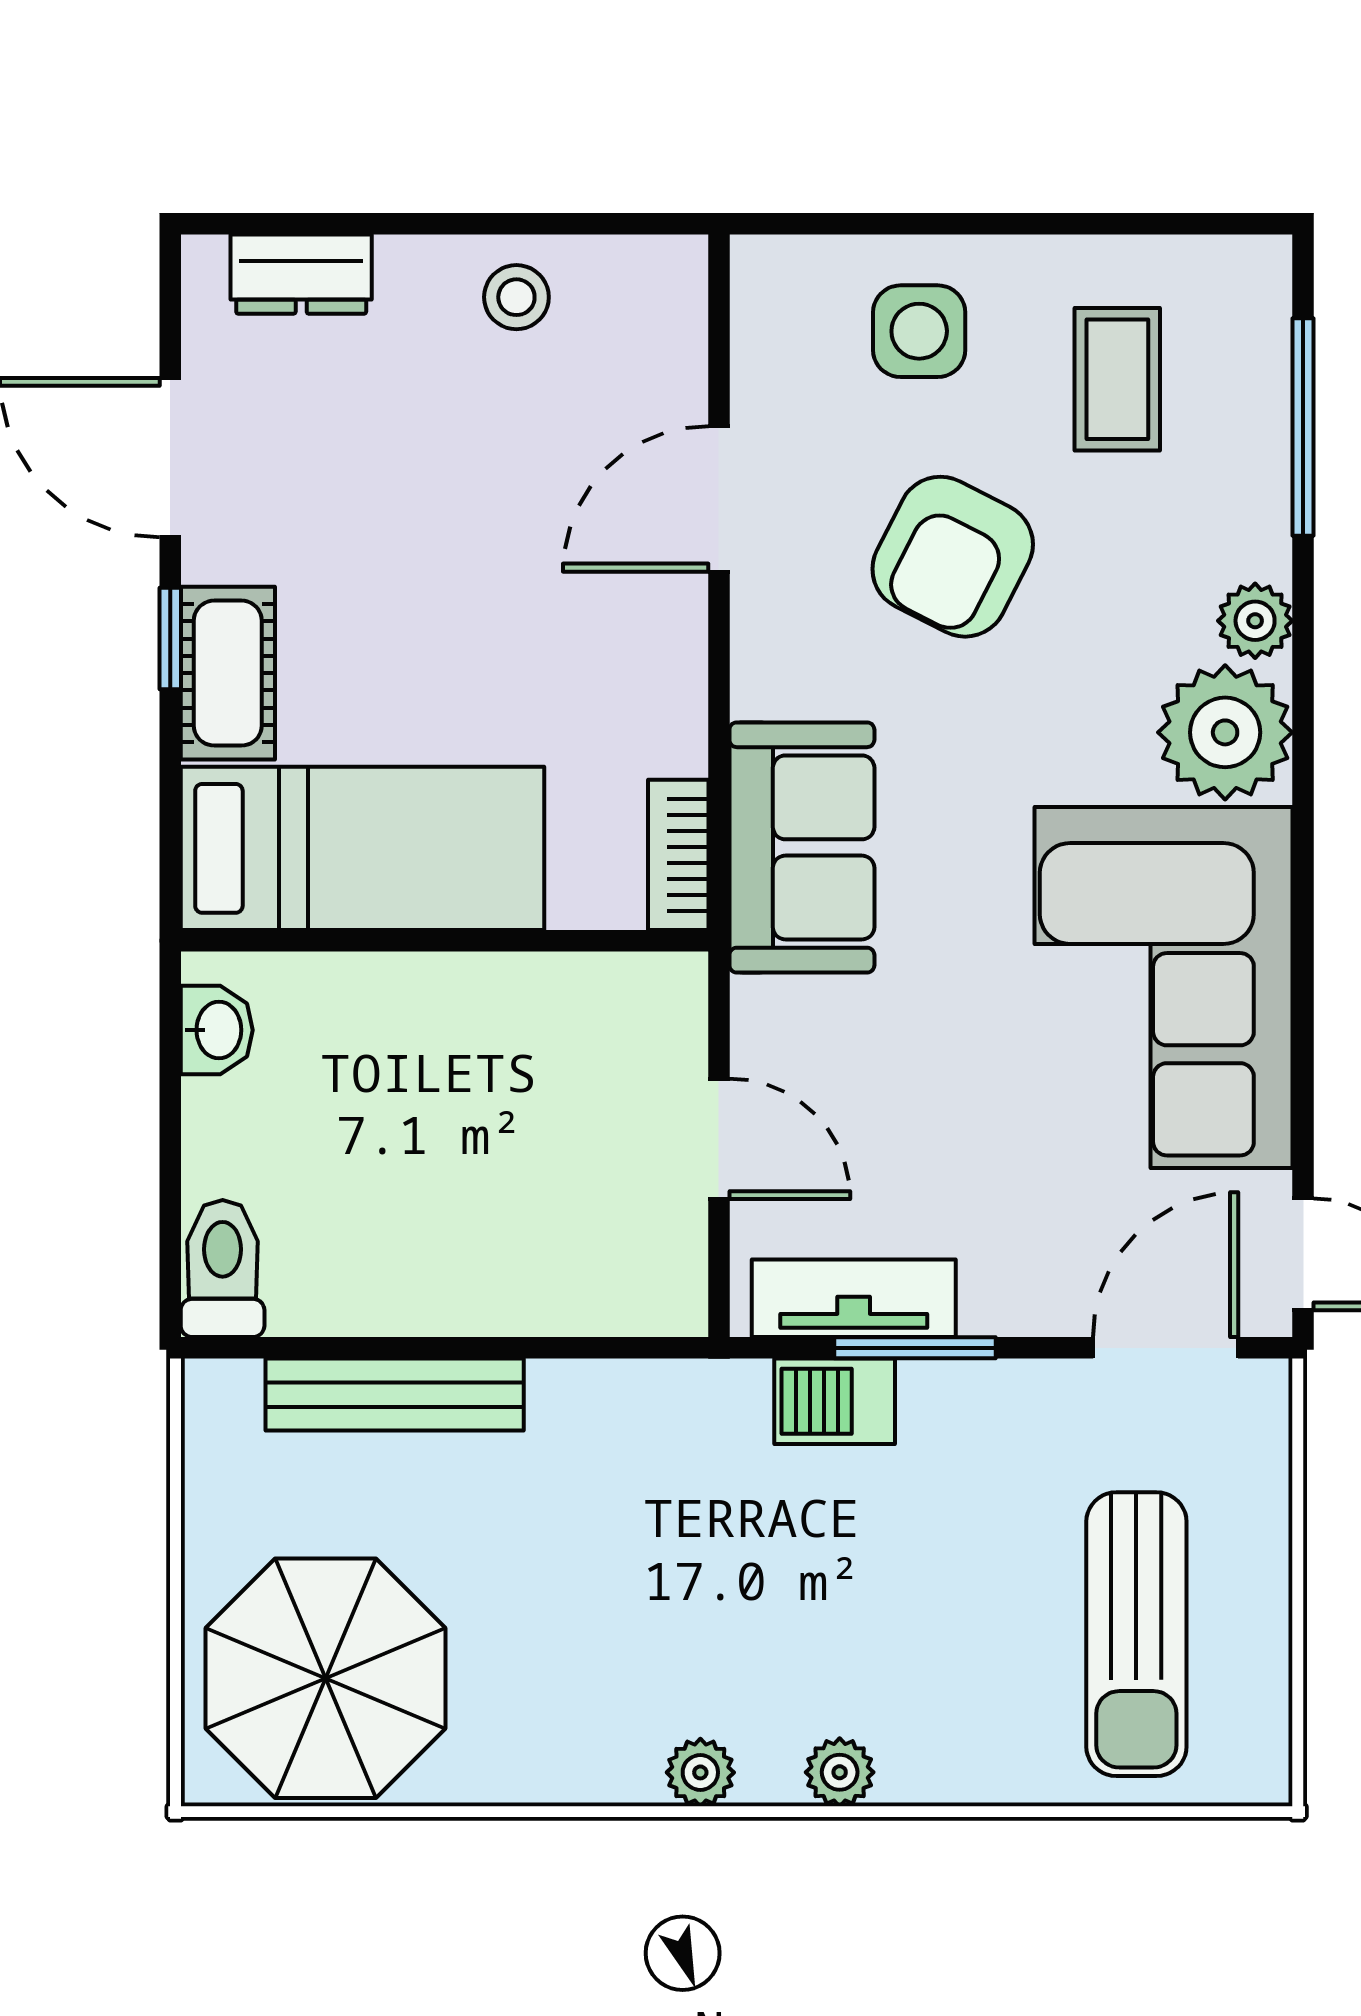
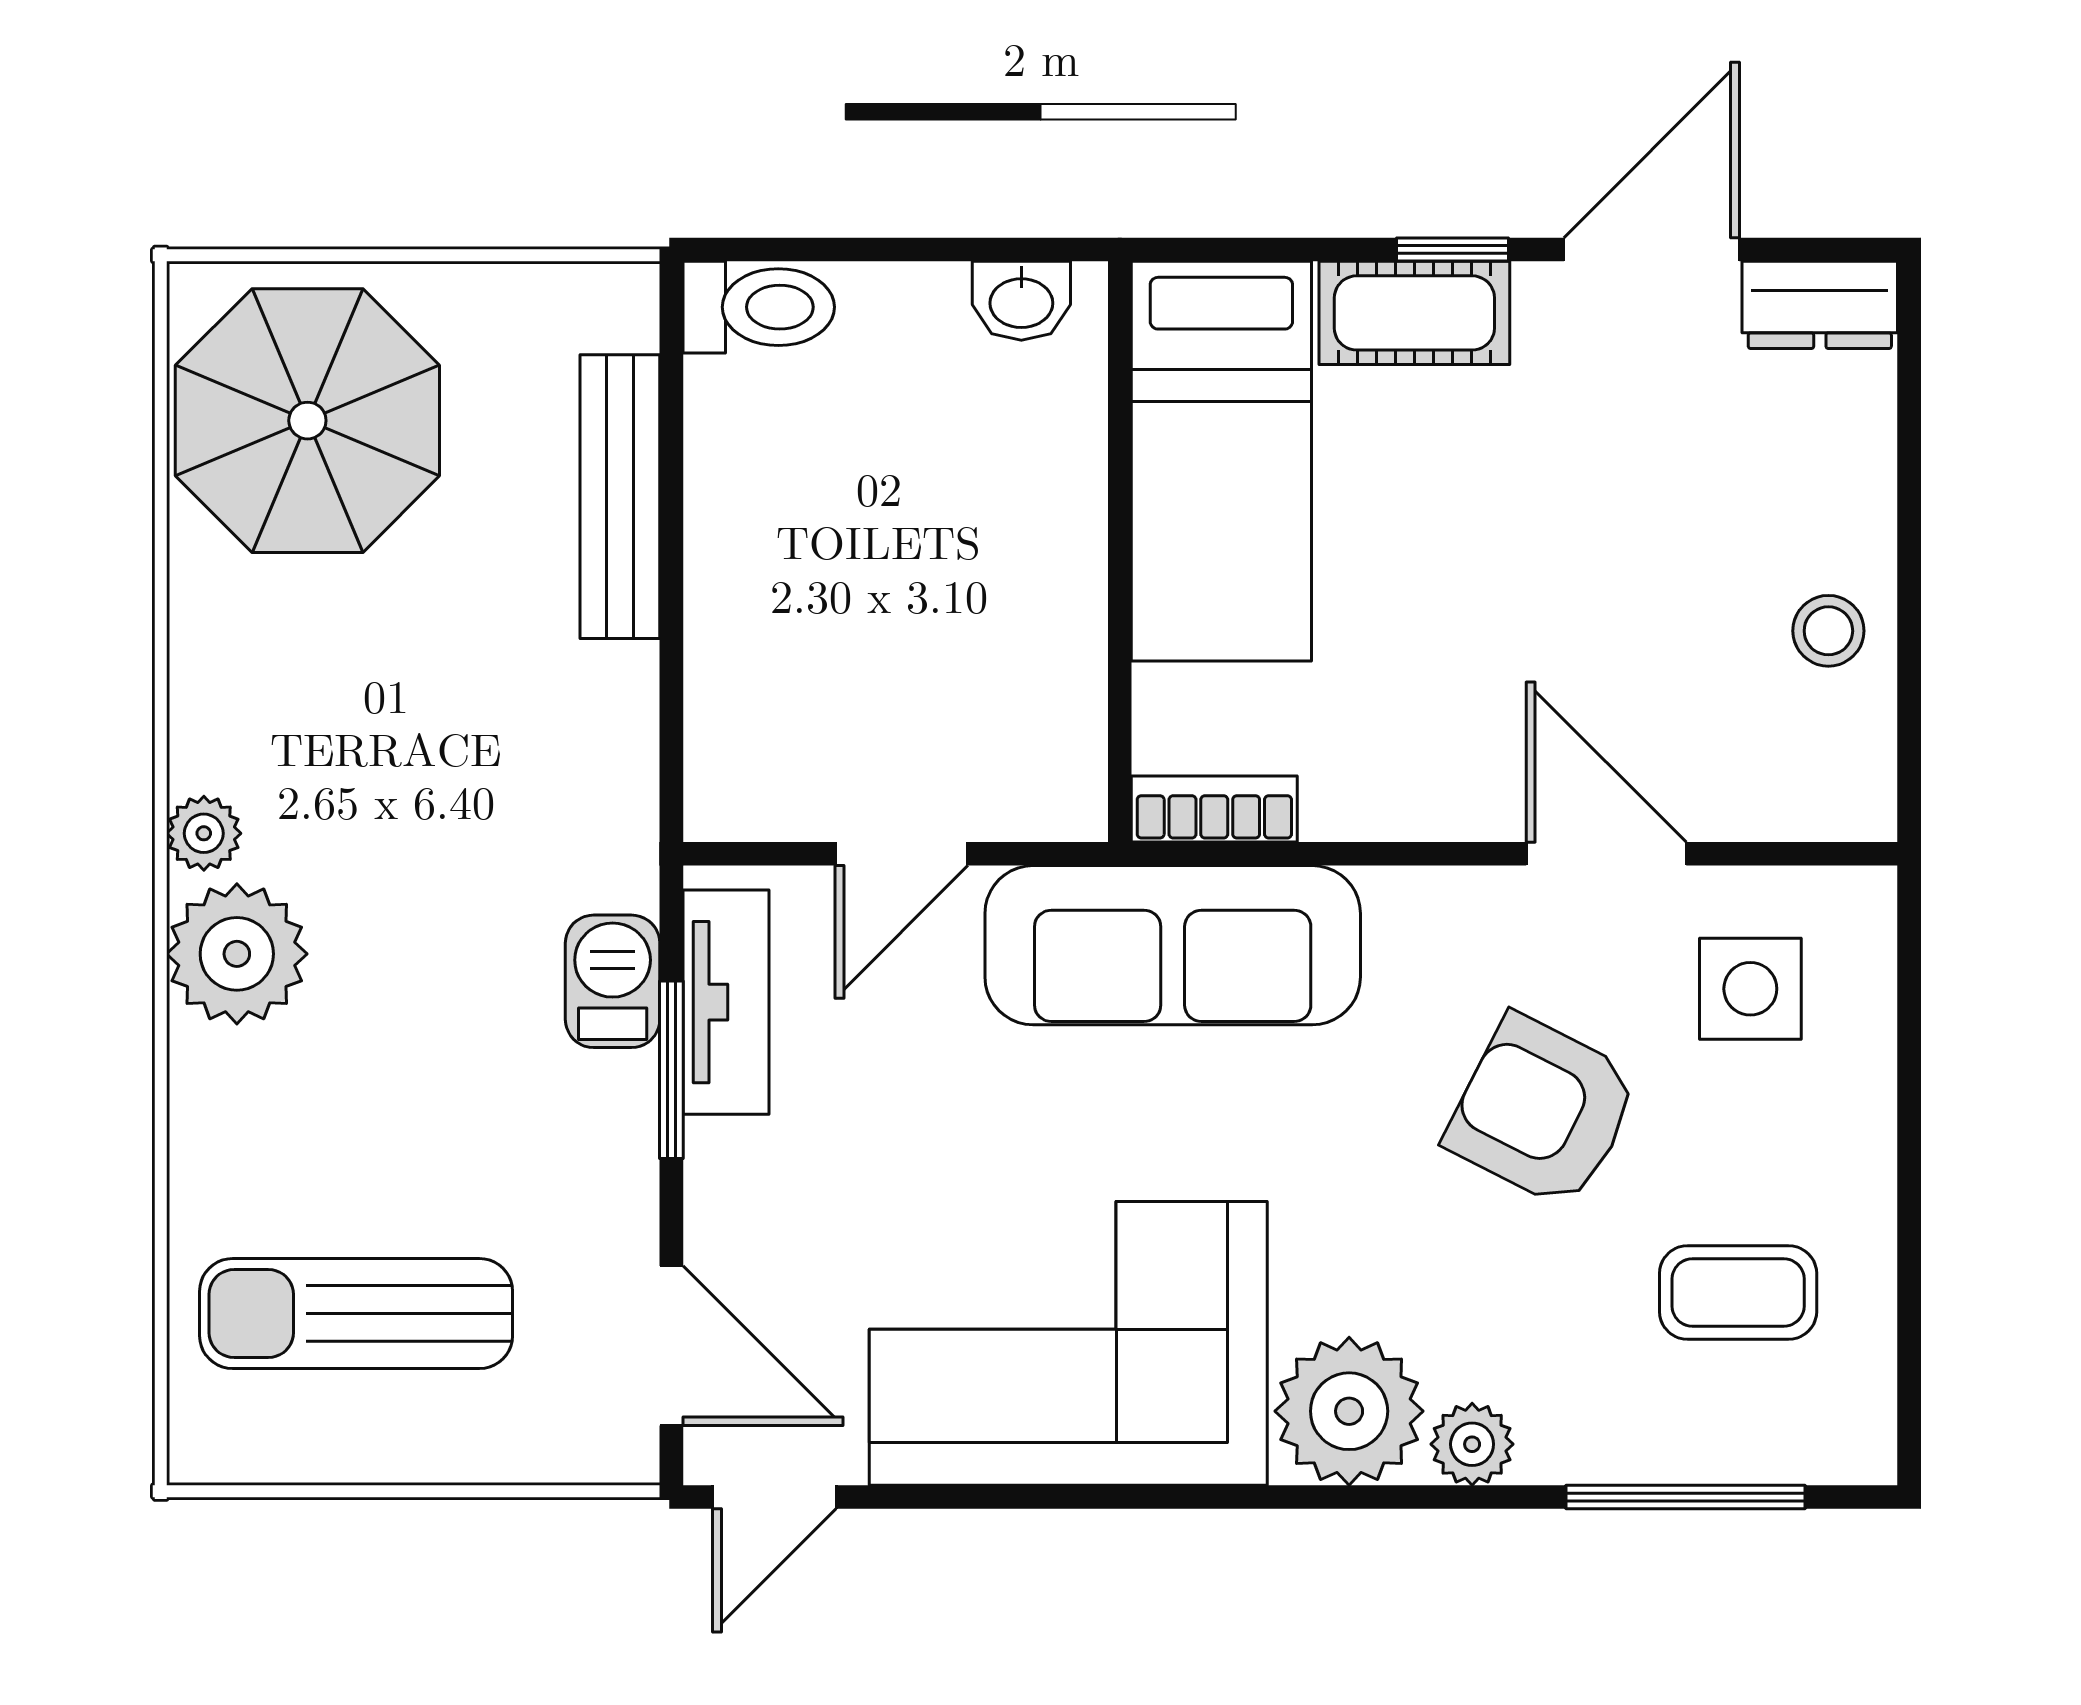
dresser: (301, 274) -> (1820, 305), moved, turned -90
side table: (919, 331) -> (1750, 989), moved
sofa: (802, 847) -> (1173, 945), width x1.36
plant: (840, 1772) -> (237, 954), width x1.87, depth x1.87

